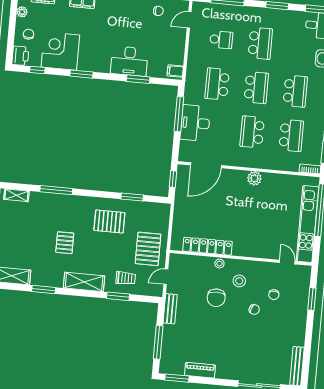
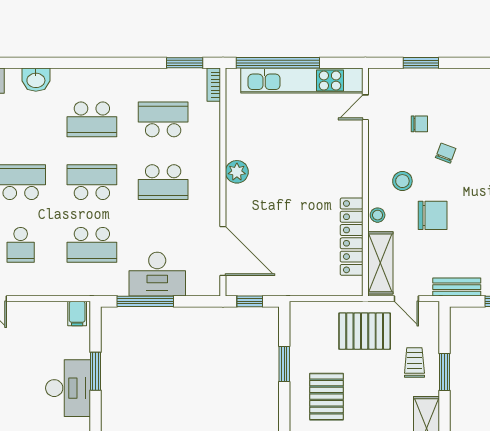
school desk: (221, 40) -> (21, 245), turned 180
school desk: (295, 91) -> (92, 119), turned 180
shelving: (190, 263) -> (380, 263), added

